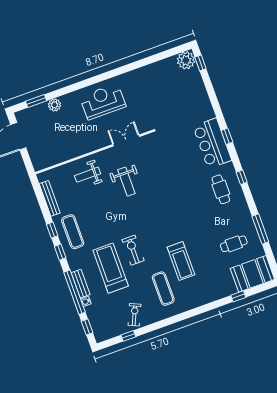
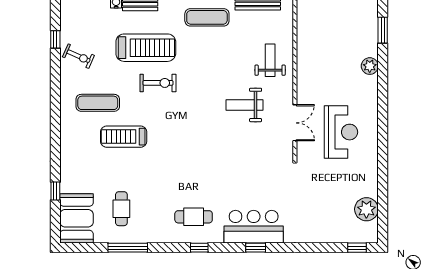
plant: (186, 60) -> (366, 209), moved
reception desk: (103, 102) -> (341, 132), moved
plant: (55, 105) -> (370, 66), moved

